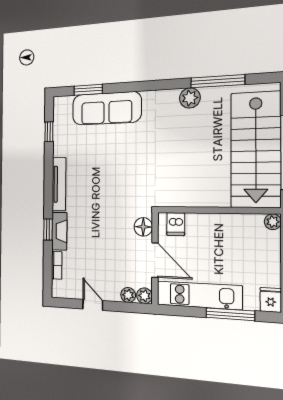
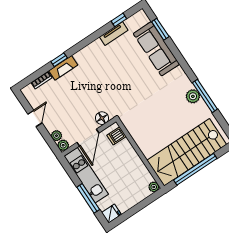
window: (218, 81) -> (205, 96), moved
tv unit: (59, 184) -> (114, 34), moved, width x0.71

